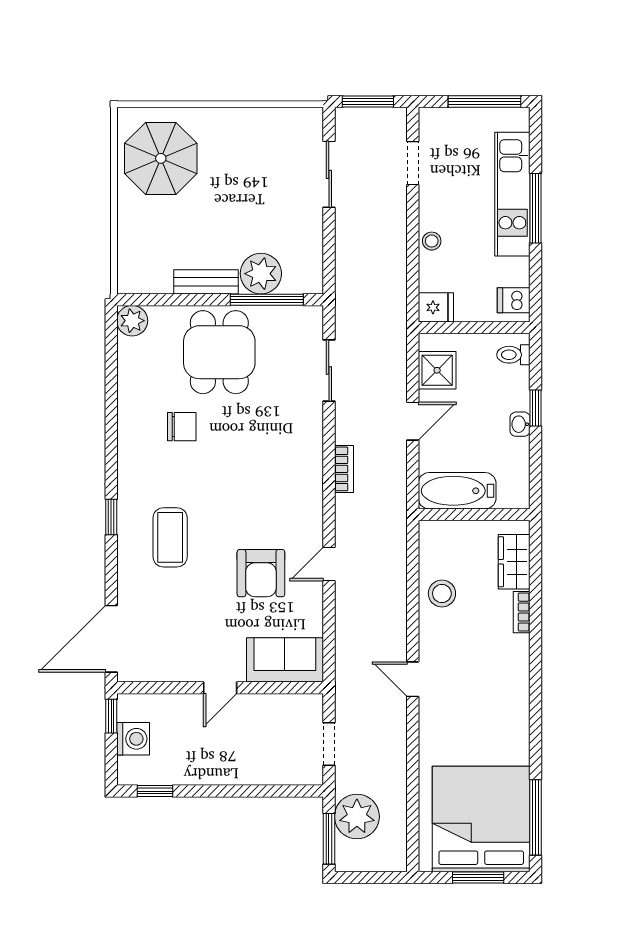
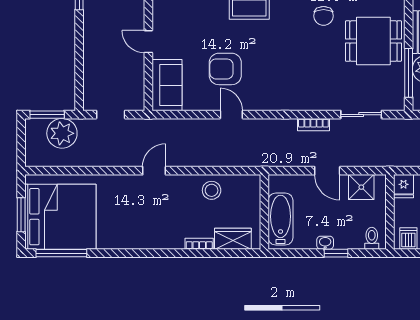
bookcase: (344, 469) -> (313, 125), moved
bathtub: (457, 491) -> (281, 219), moved

